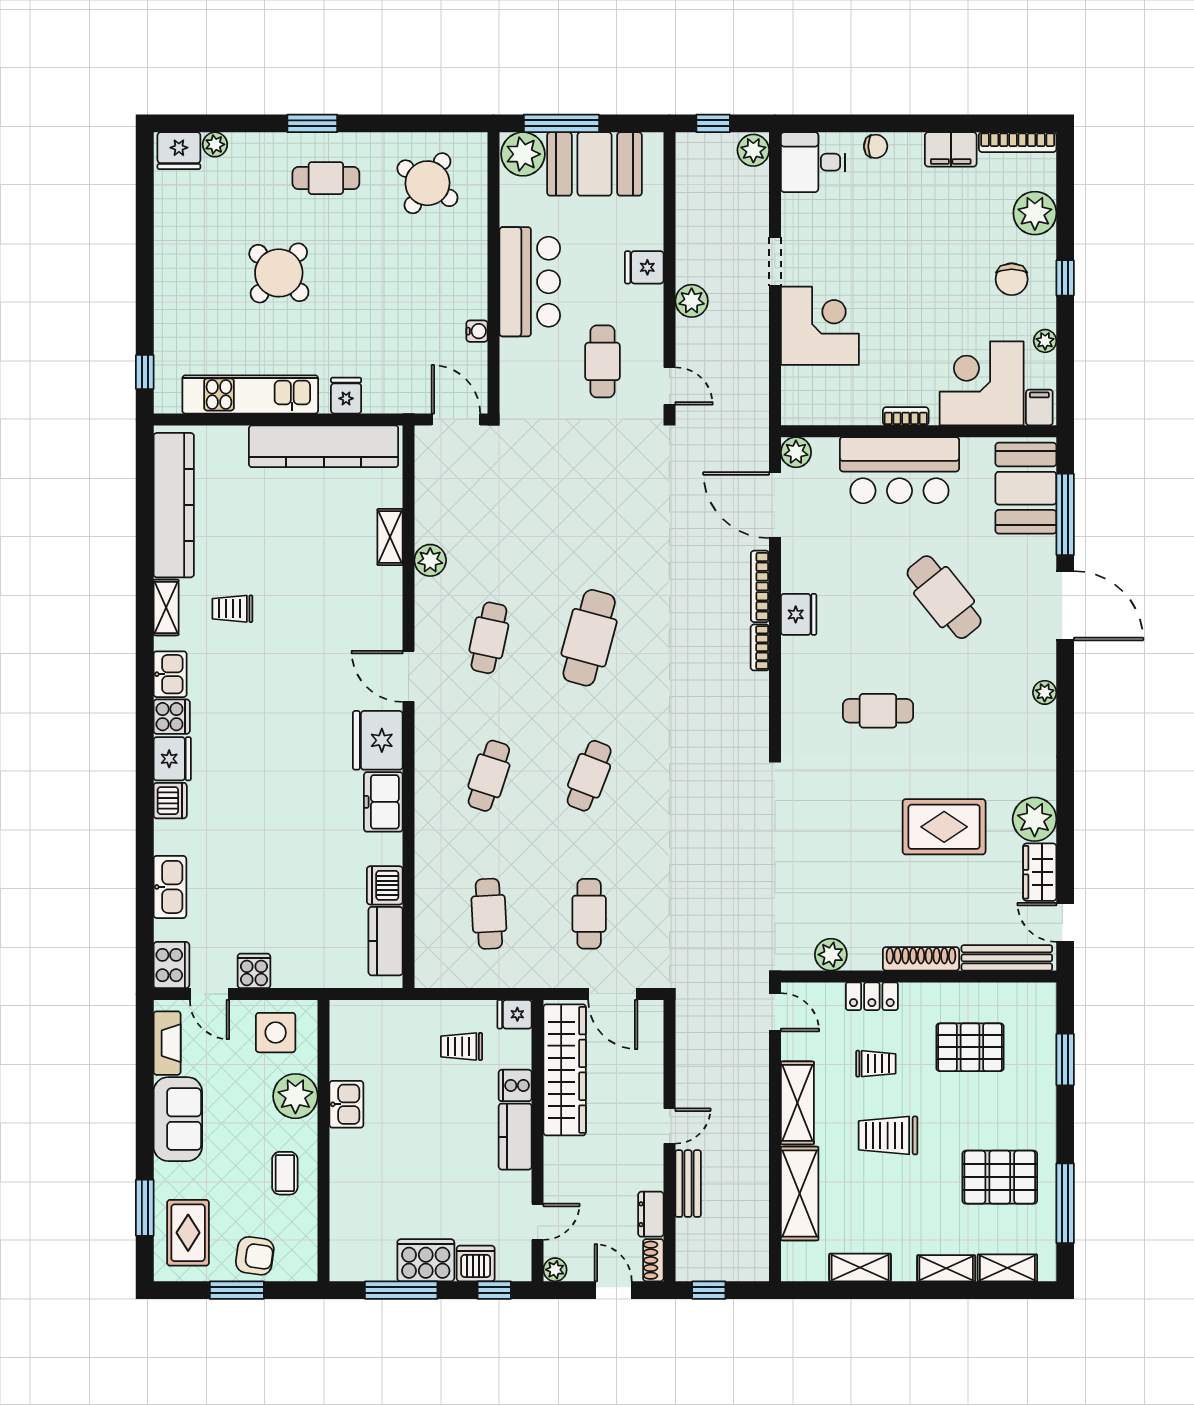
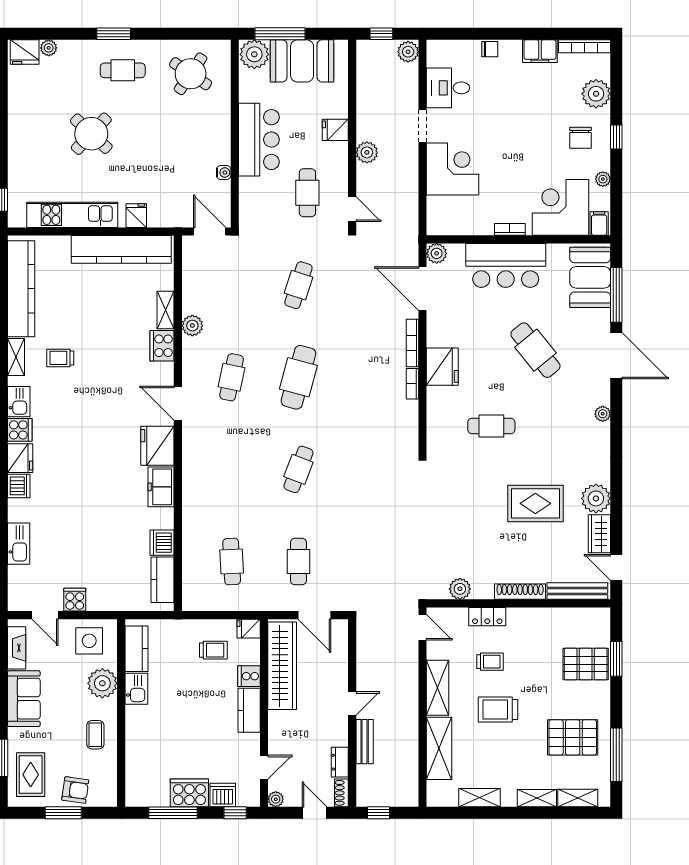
desk: (813, 162) -> (448, 88), moved
fridge: (799, 614) -> (442, 367), width x1.36, depth x1.34
cafe table: (489, 776) -> (298, 285), moved
cooker: (171, 965) -> (162, 346), moved, turned 180
kitchen counter: (347, 1044) -> (137, 649), added
trolley: (461, 1046) -> (213, 650), turned 180
pallet: (970, 1047) -> (586, 664), moved

